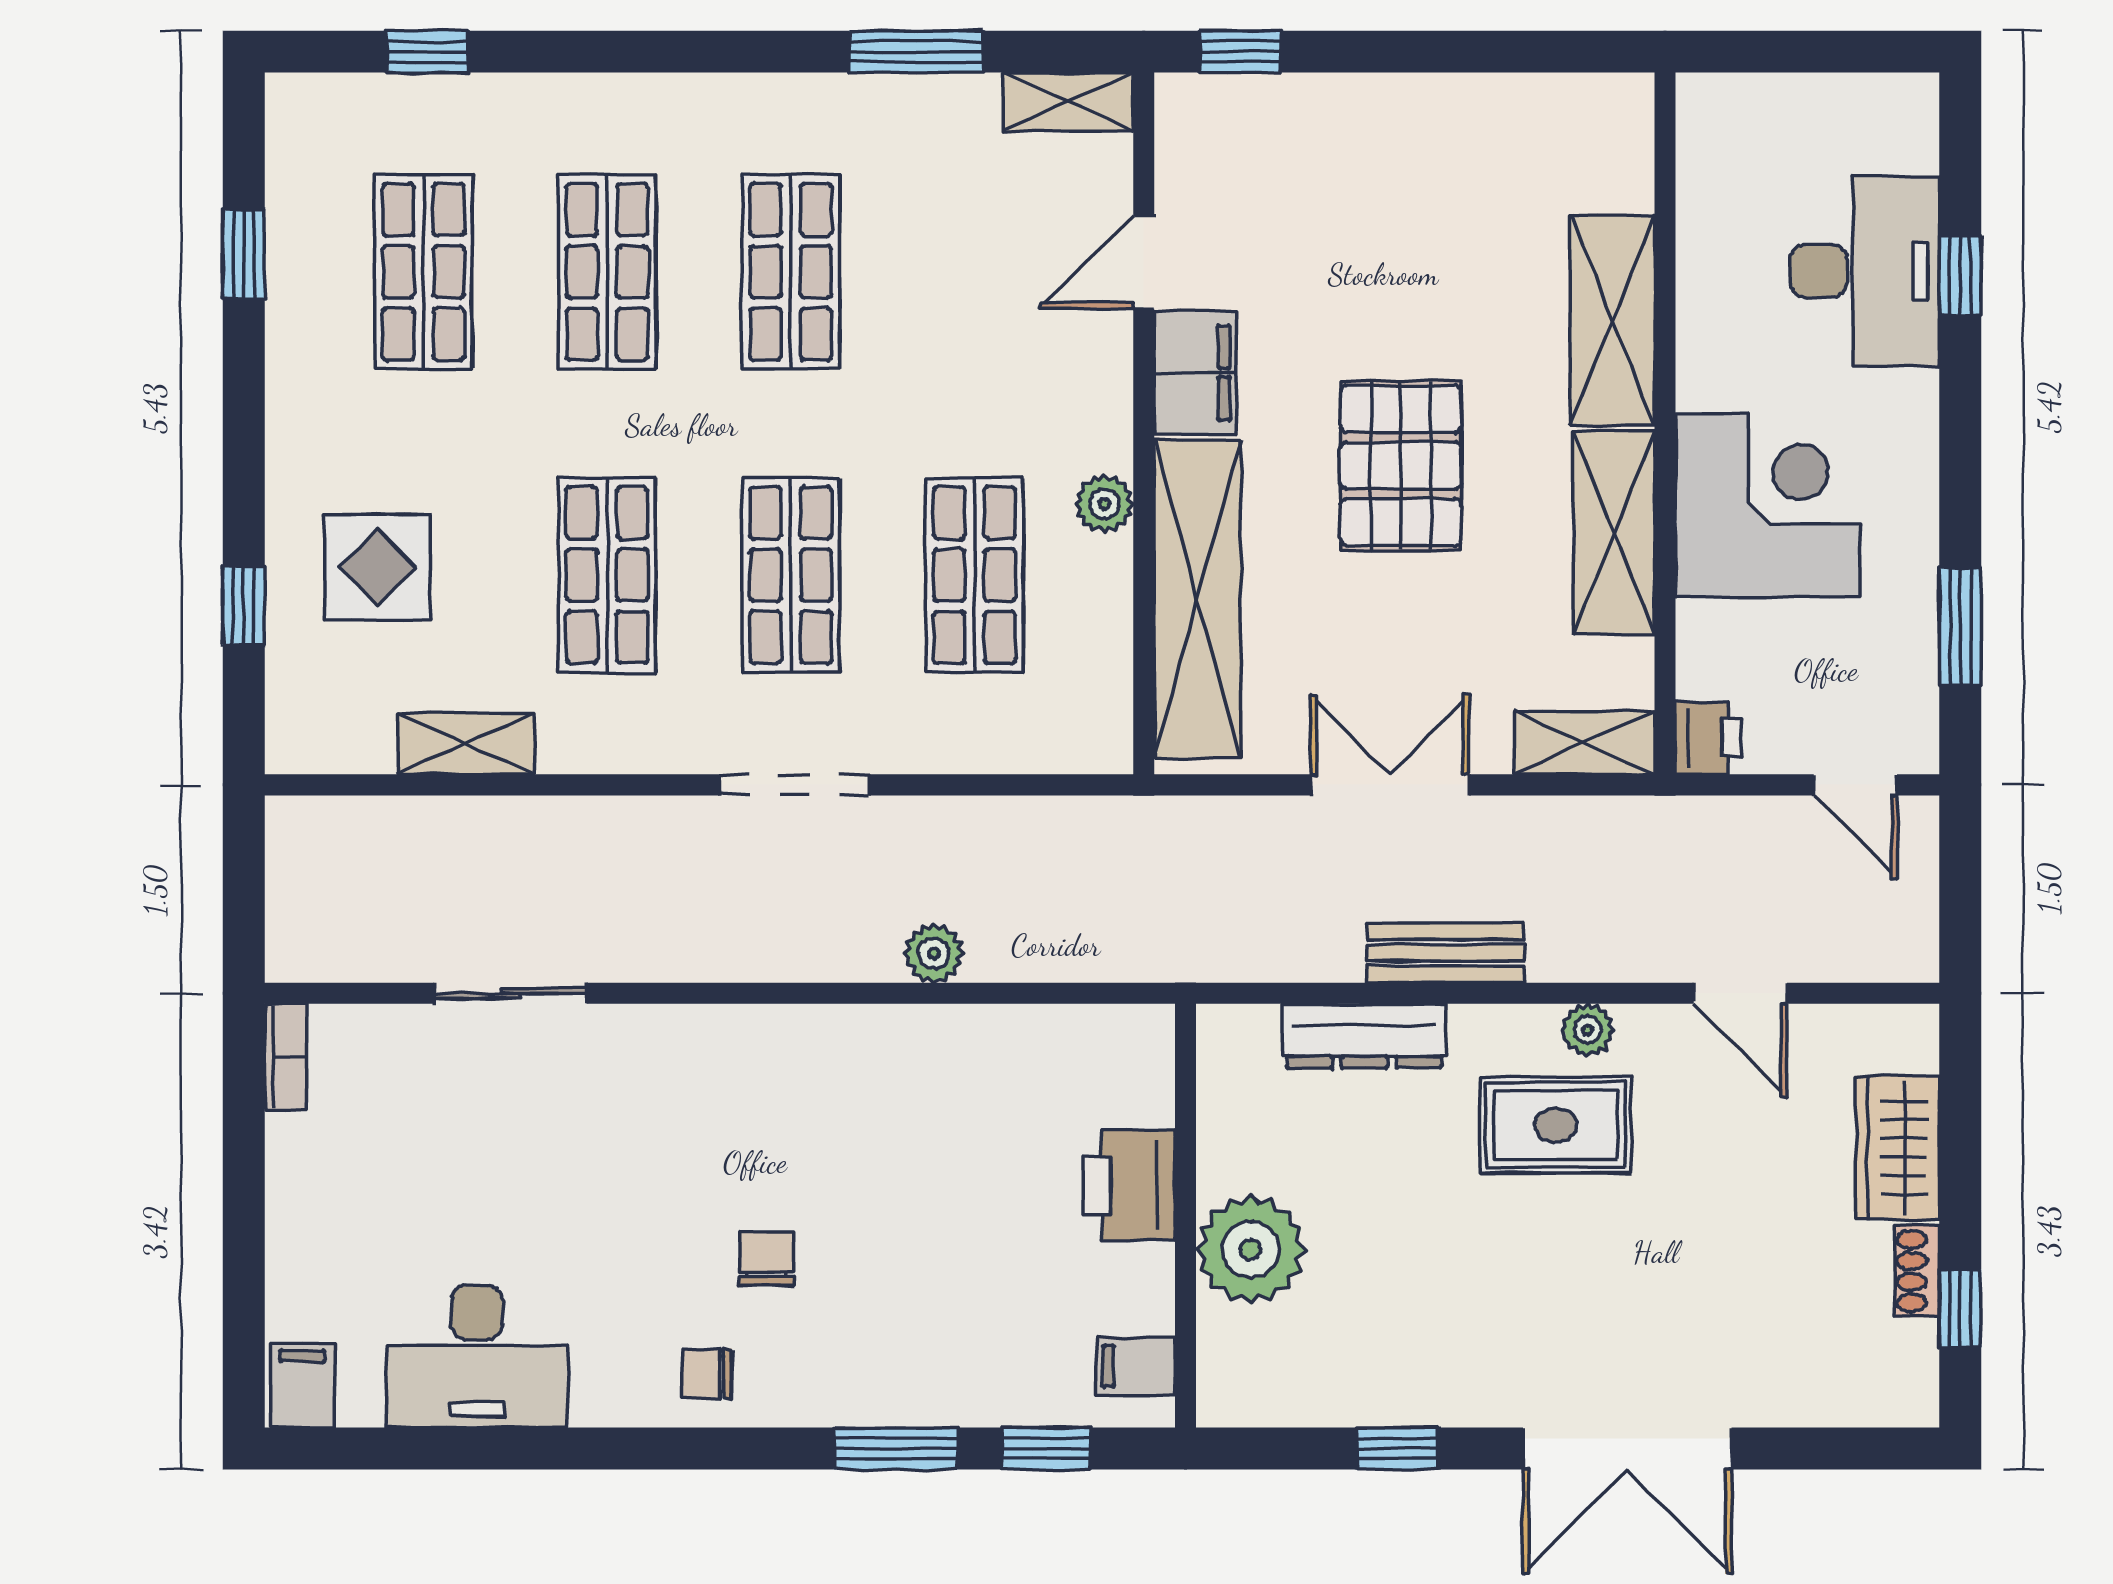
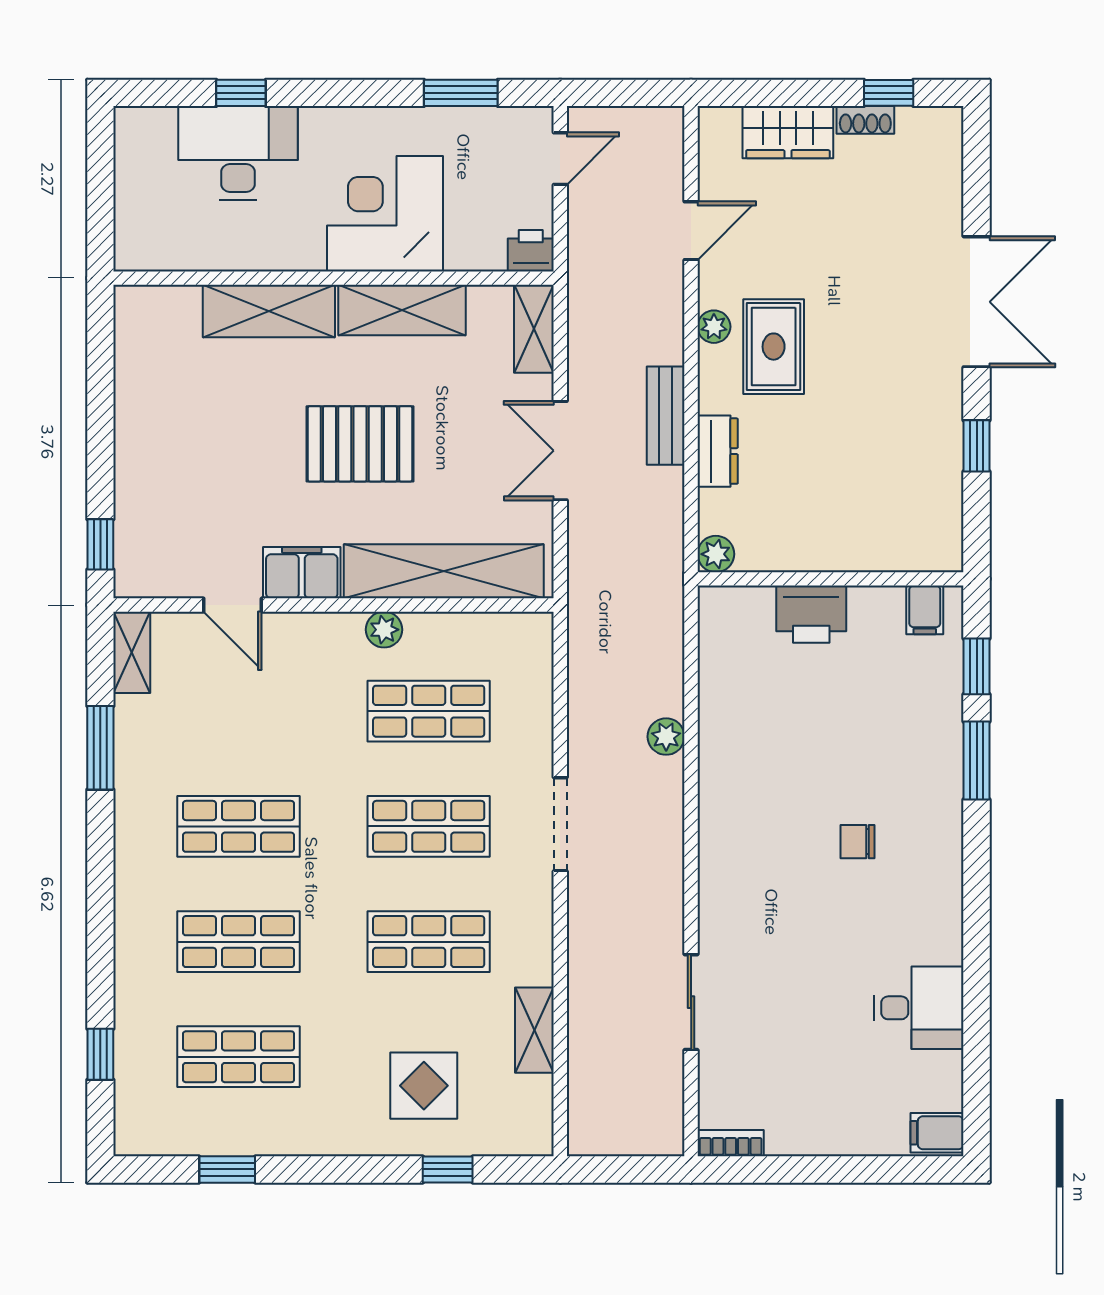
dresser: (1364, 1036) -> (718, 451), width x0.70
plant: (1251, 1250) -> (716, 554), moved, width x0.53, depth x0.53
desk: (477, 1357) -> (919, 1008), width x0.73
chair: (707, 1374) -> (929, 879), removed

